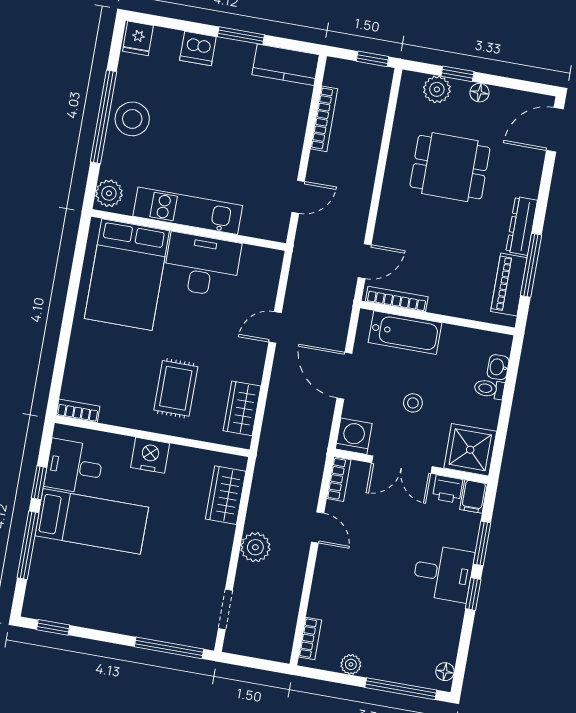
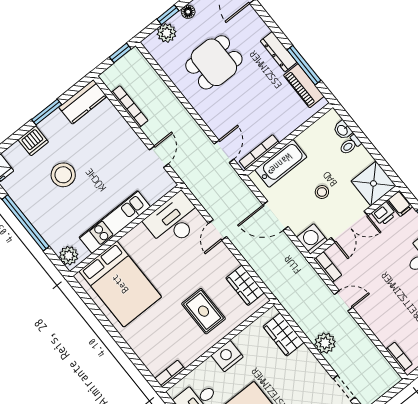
stool: (132, 119) -> (63, 175), moved
desk: (202, 265) -> (174, 221), moved

